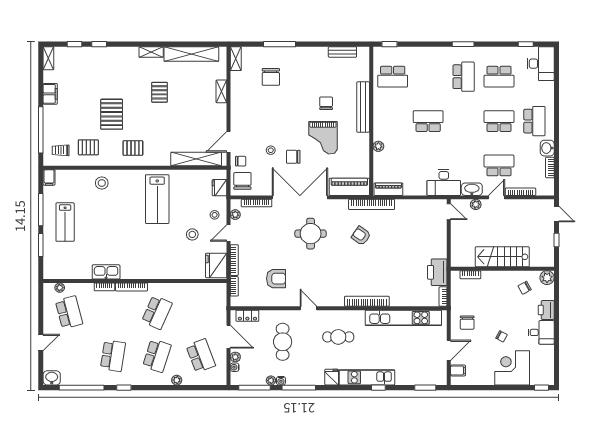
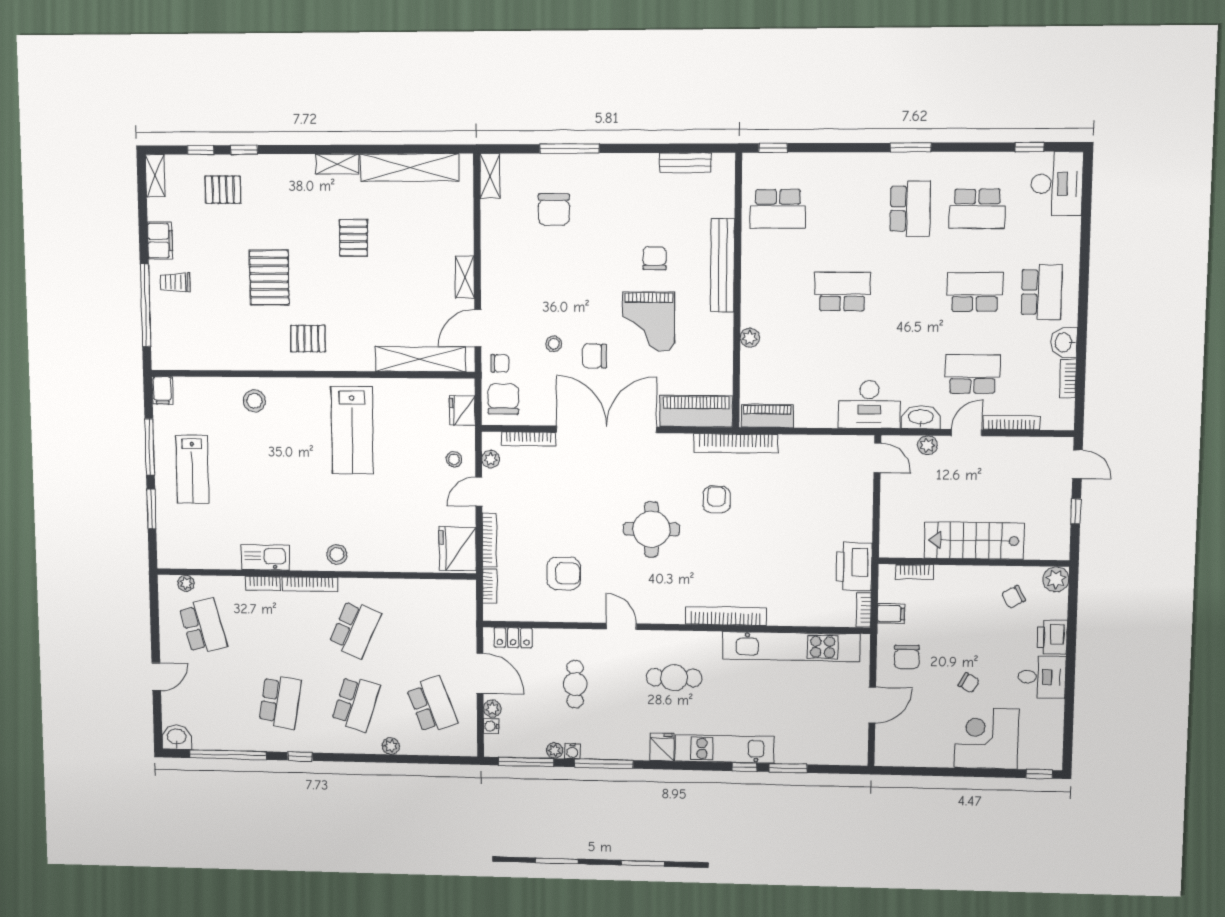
shelving: (221, 91) -> (465, 277), moved
pallet: (88, 147) -> (223, 190), moved
trolley: (61, 150) -> (175, 282), moved
stool: (192, 234) -> (337, 554), moved
round table: (311, 234) -> (651, 529), moved
armchair: (361, 236) -> (716, 500), turned 55
cafe table: (283, 342) -> (575, 684), width x0.73, depth x0.74
filing cabinet: (458, 370) -> (891, 614), moved
window: (425, 388) -> (788, 768), moved

